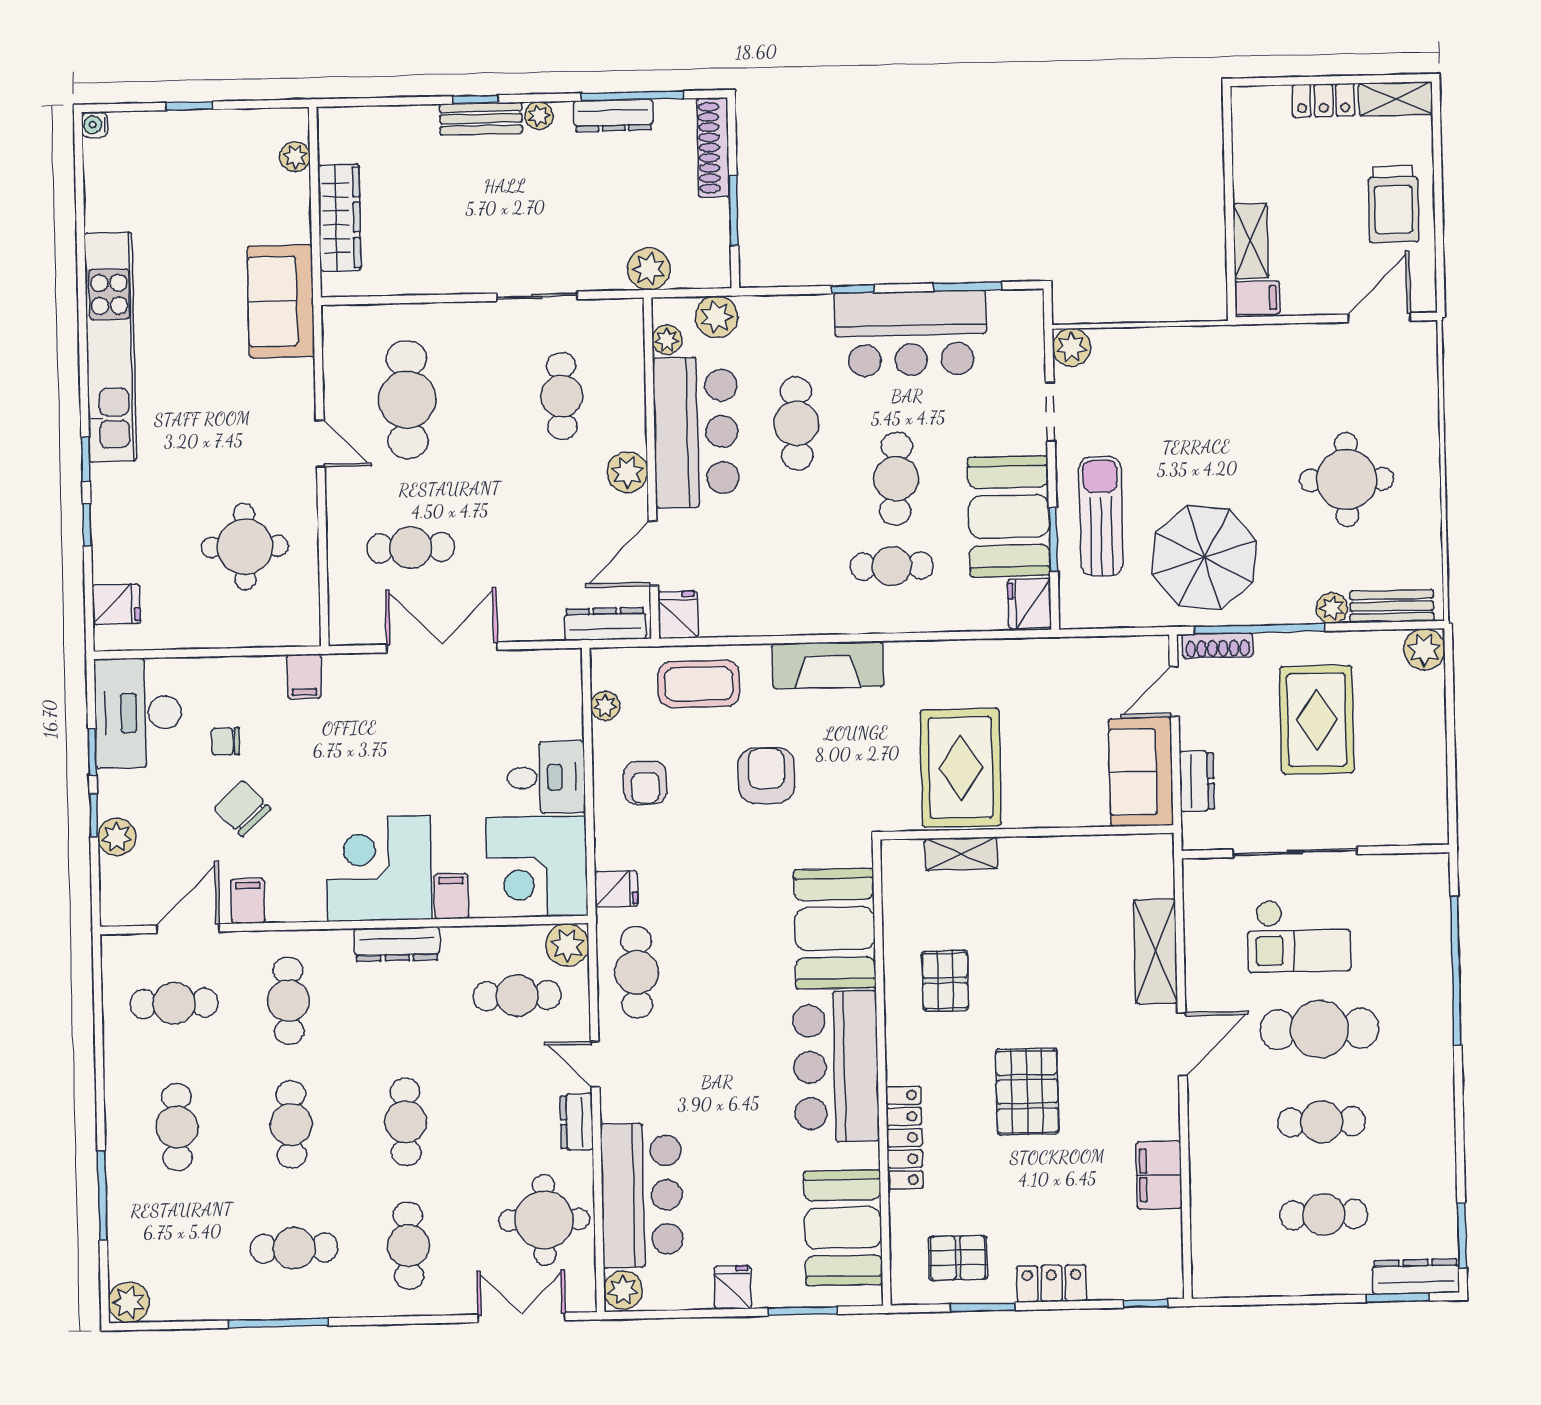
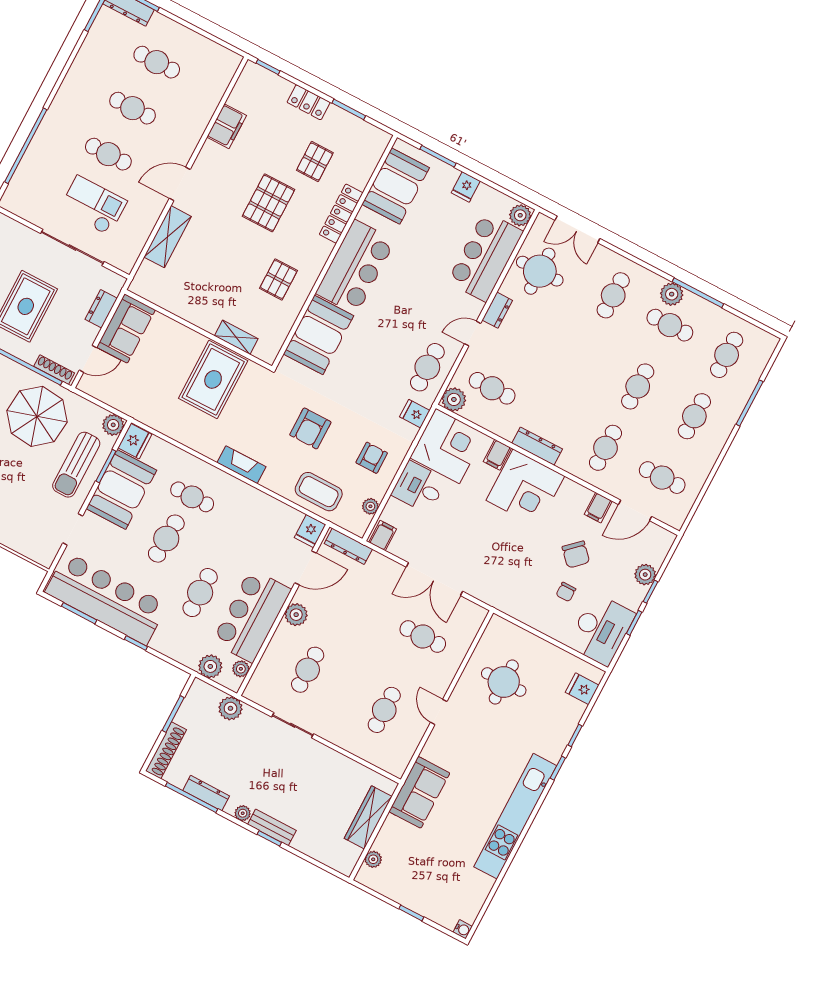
bar counter: (911, 334) -> (106, 599), width x1.36
plant: (1072, 347) -> (113, 425), moved
cafe table: (407, 400) -> (384, 710), width x0.73, depth x0.74
fireplace: (828, 665) -> (241, 465), width x0.73, depth x0.76
filing cabinet: (304, 676) -> (383, 536), moved
chair: (226, 741) -> (566, 592), turned 90
cafe table: (1320, 1029) -> (108, 154), width x0.73, depth x0.74
door: (595, 1064) -> (473, 334), swing flipped
cafe table: (406, 1122) -> (727, 355), moved
pallet: (958, 1258) -> (315, 161), moved, turned 90
plant: (129, 1302) -> (672, 294), moved

